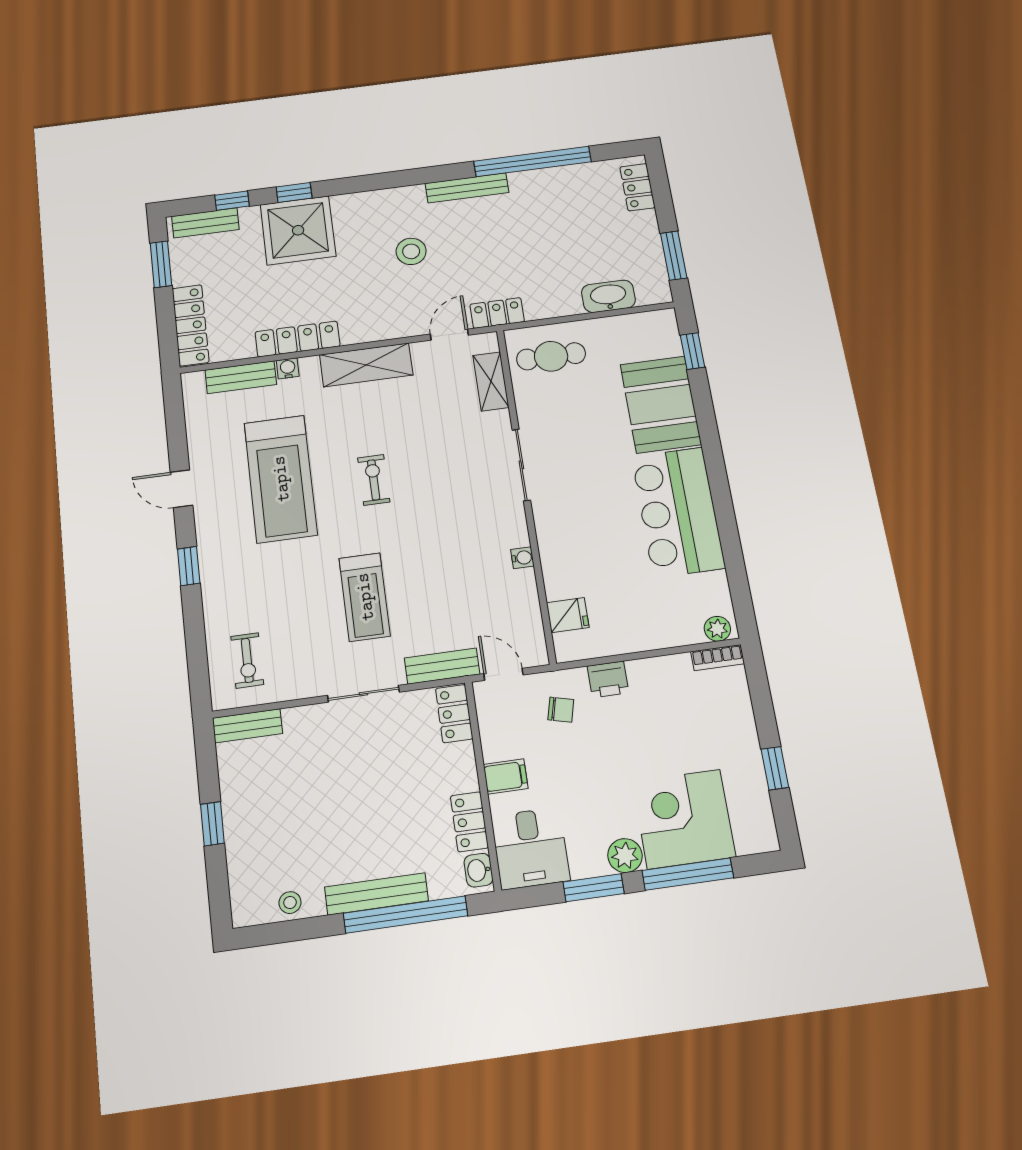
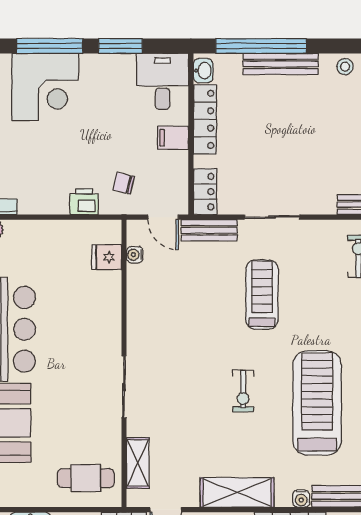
water cooler: (522, 558) -> (135, 255), moved
locker: (469, 822) -> (205, 119), width x1.53
plant: (625, 856) -> (93, 66), removed

